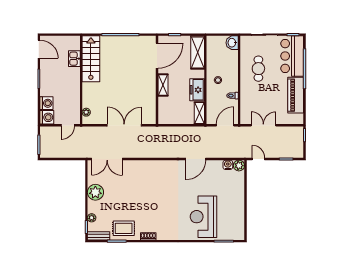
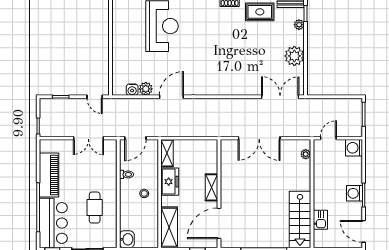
washing machine: (46, 103) -> (354, 193), moved
plant: (239, 166) -> (146, 89), moved

